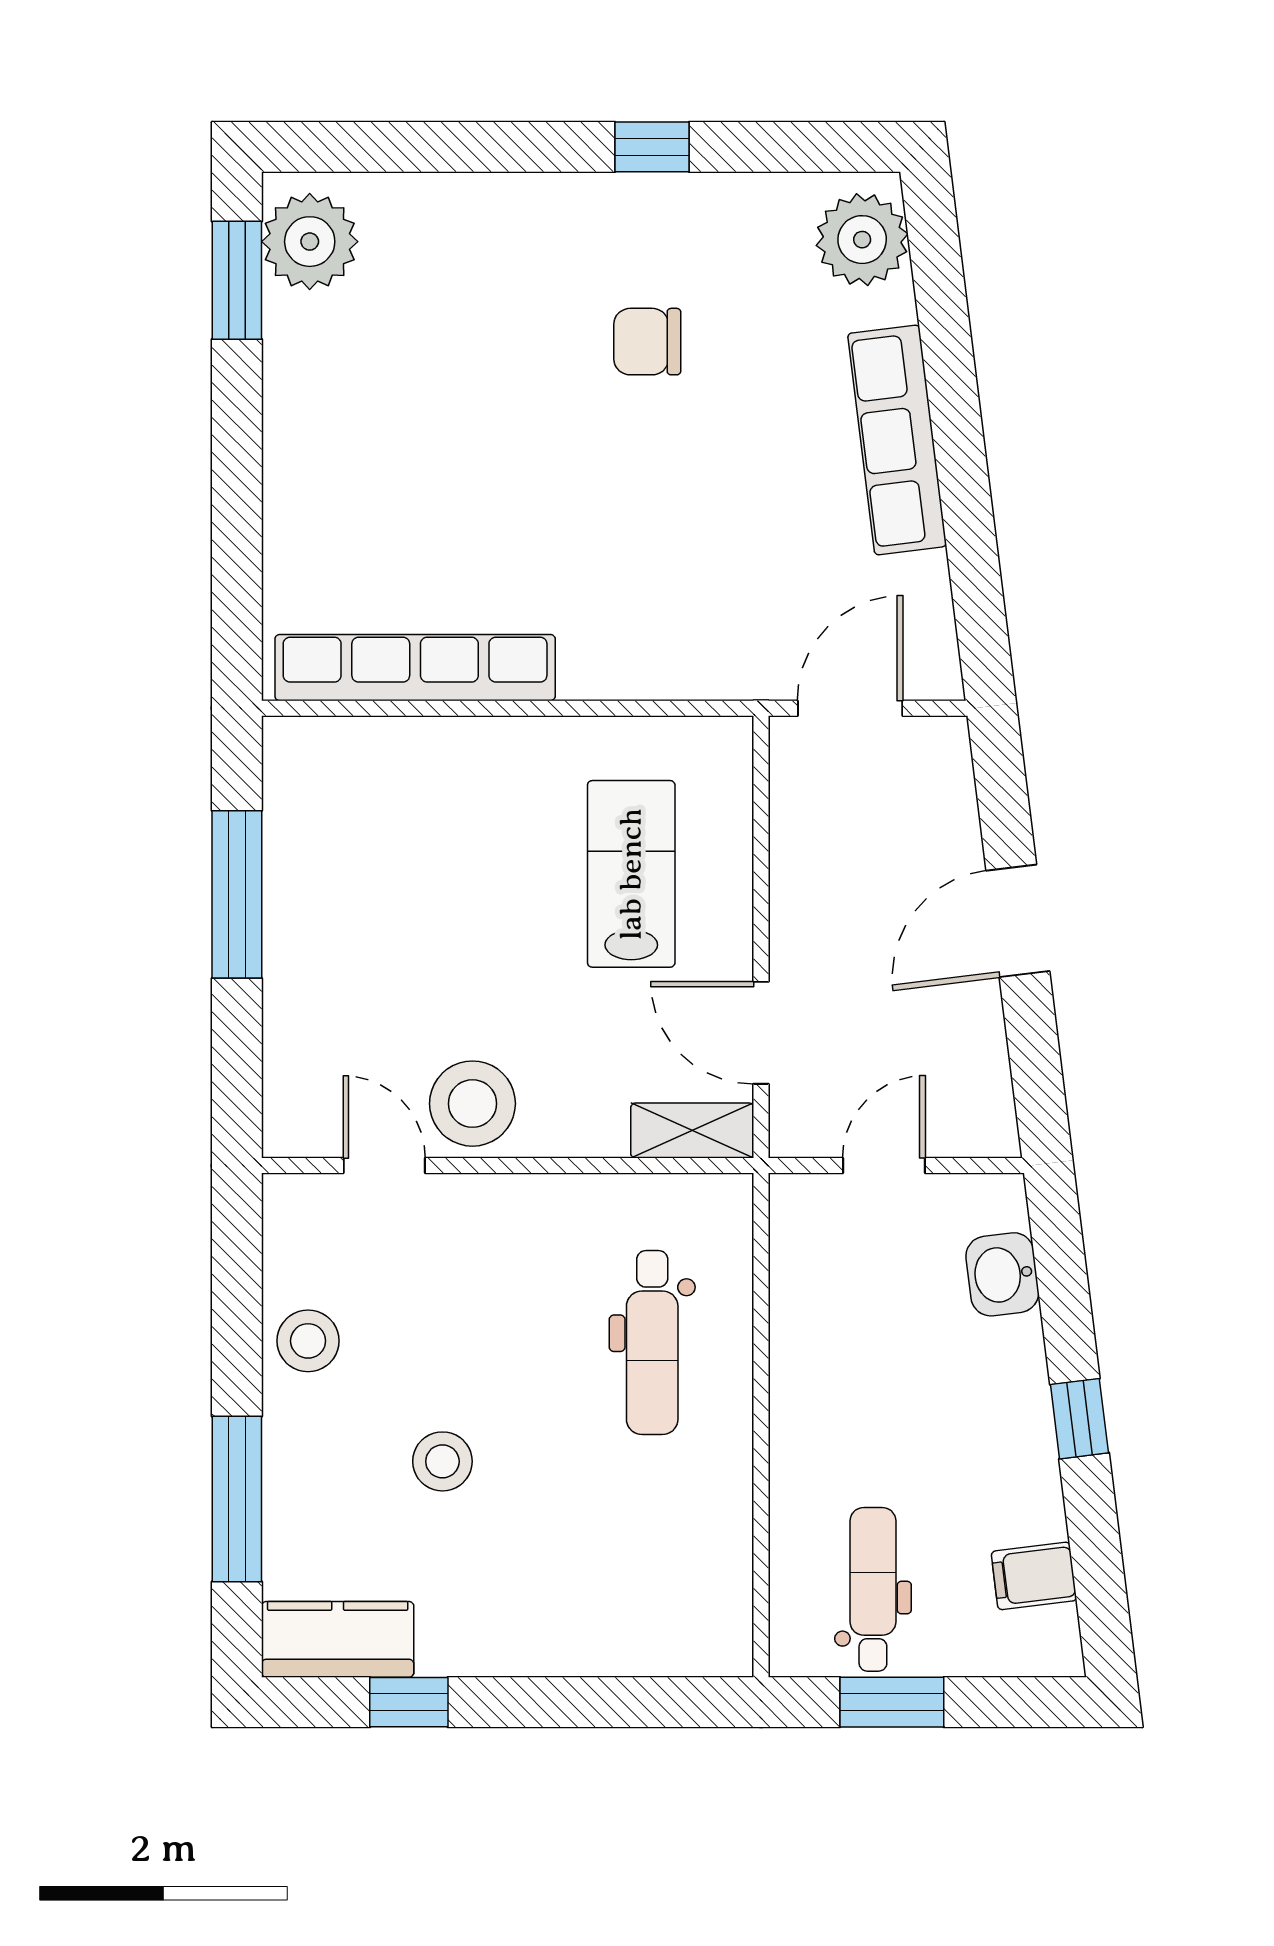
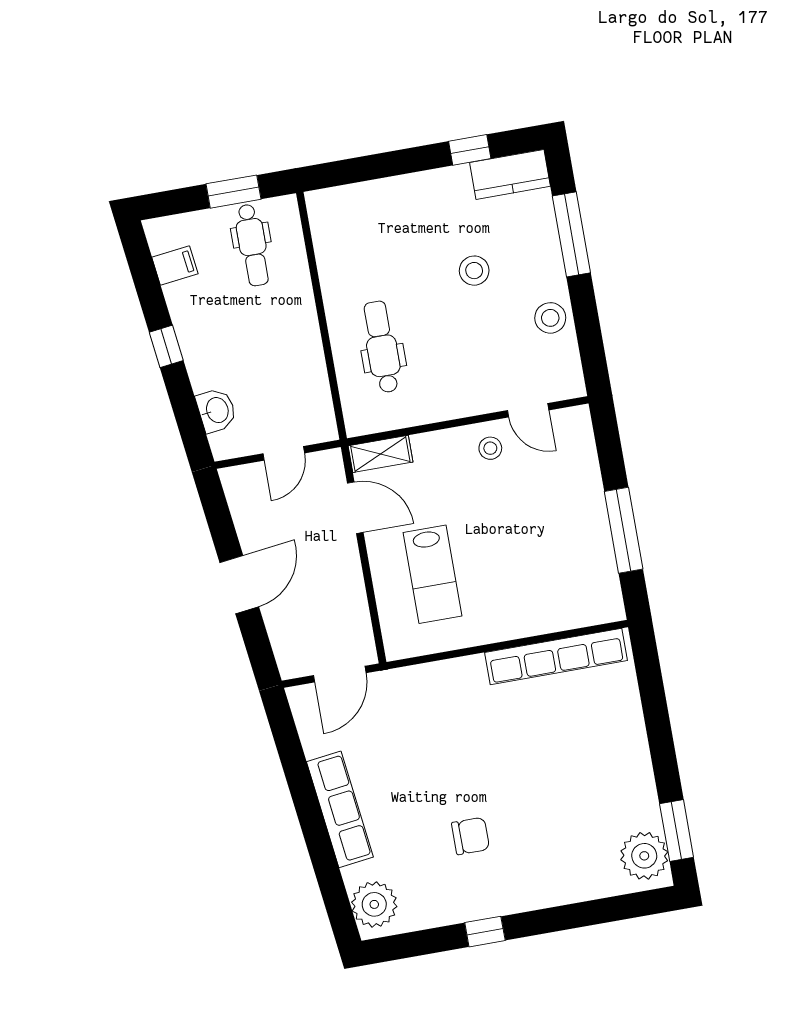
stool: (472, 1104) -> (490, 448), width x0.53, depth x0.53

